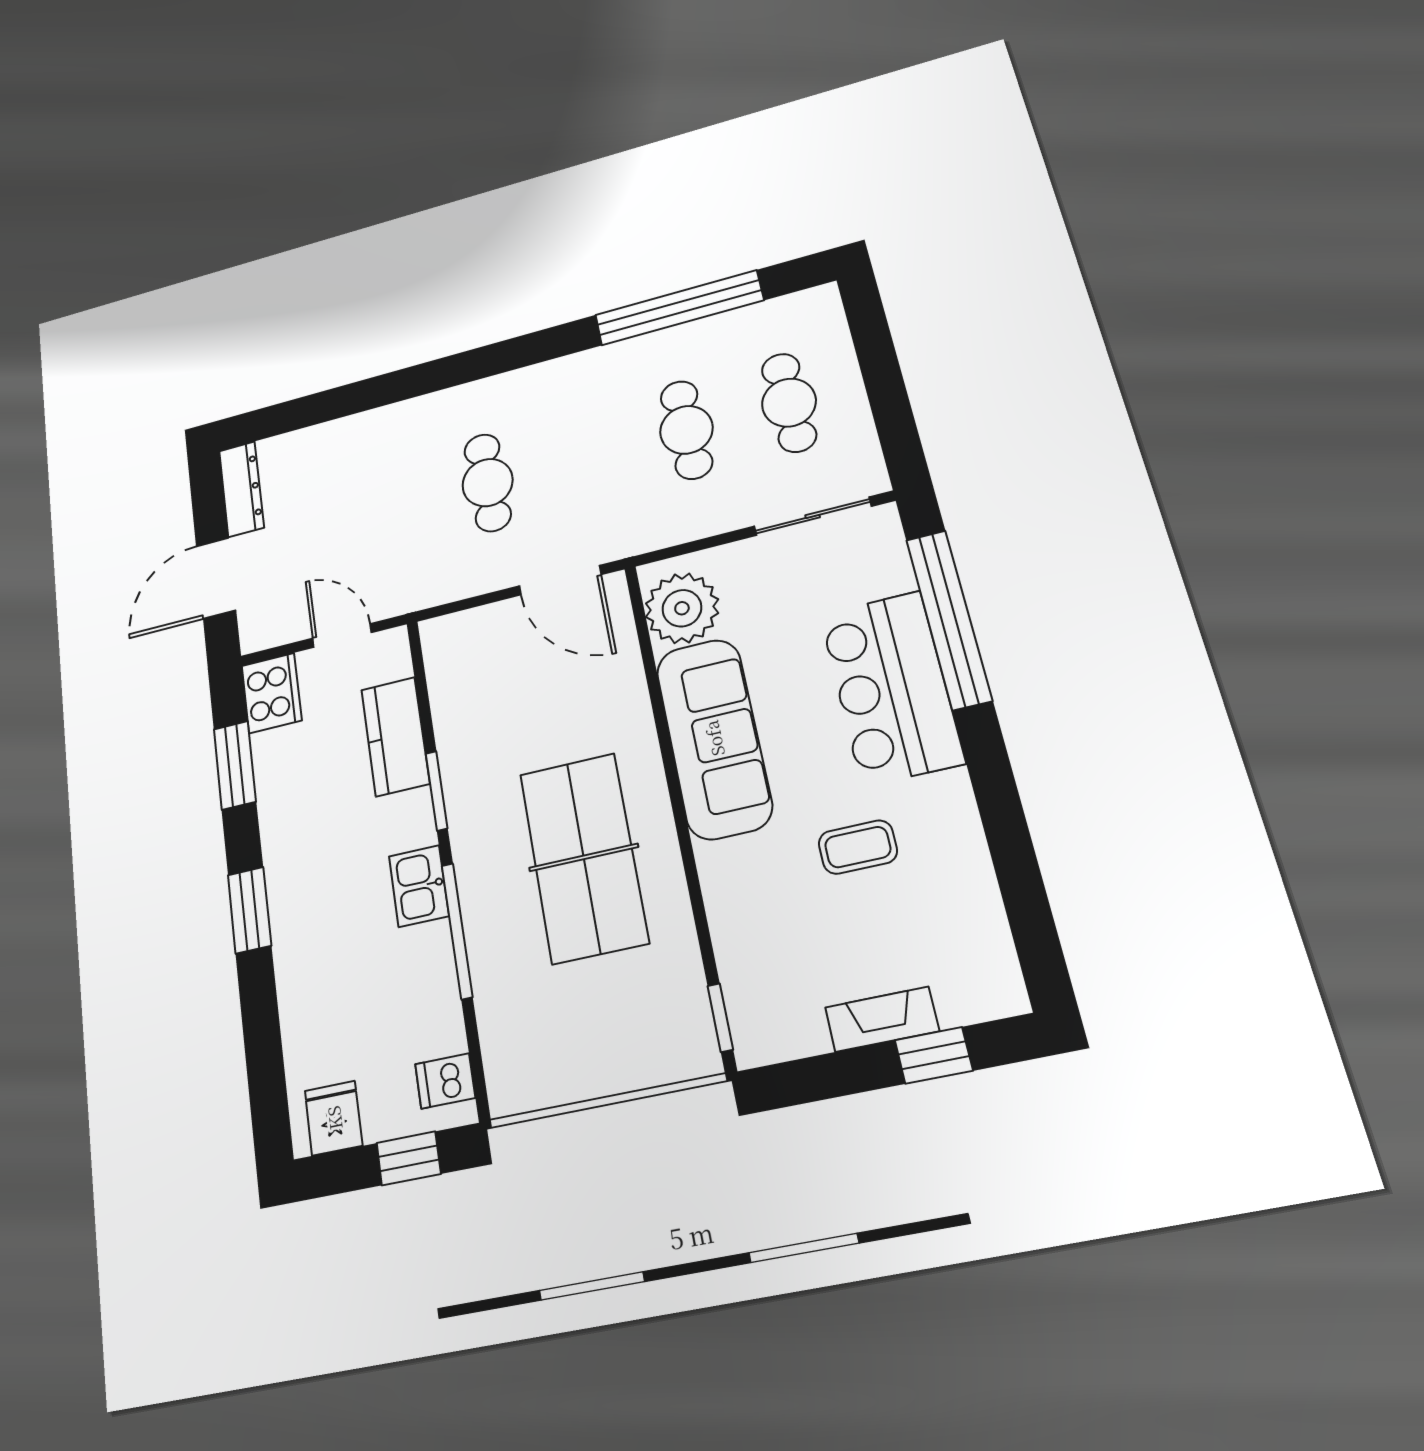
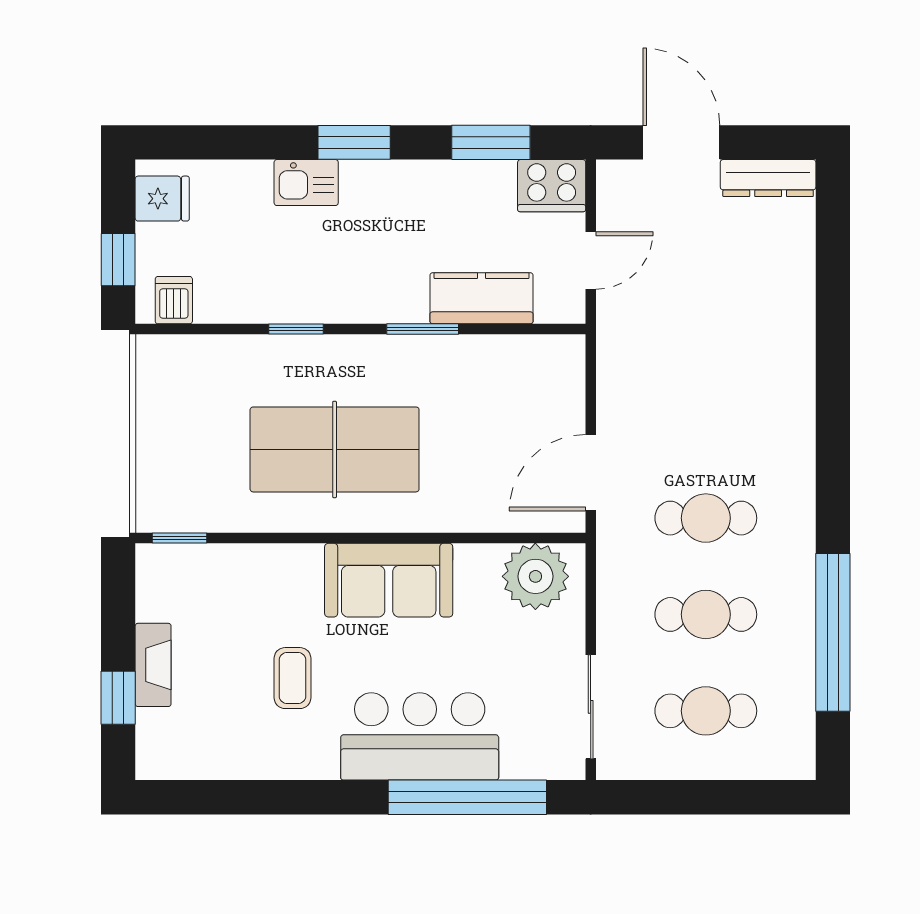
cafe table: (488, 483) -> (706, 518), moved
sofa: (714, 738) -> (389, 580), width x0.73
kitchen sink: (419, 886) -> (306, 183), moved, turned 180
window: (457, 931) -> (296, 329), width x0.46

